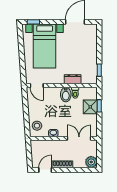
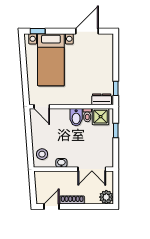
dresser: (73, 79) -> (102, 99), moved
shower: (90, 107) -> (101, 117), moved
double door: (79, 138) -> (92, 169), swing flipped

